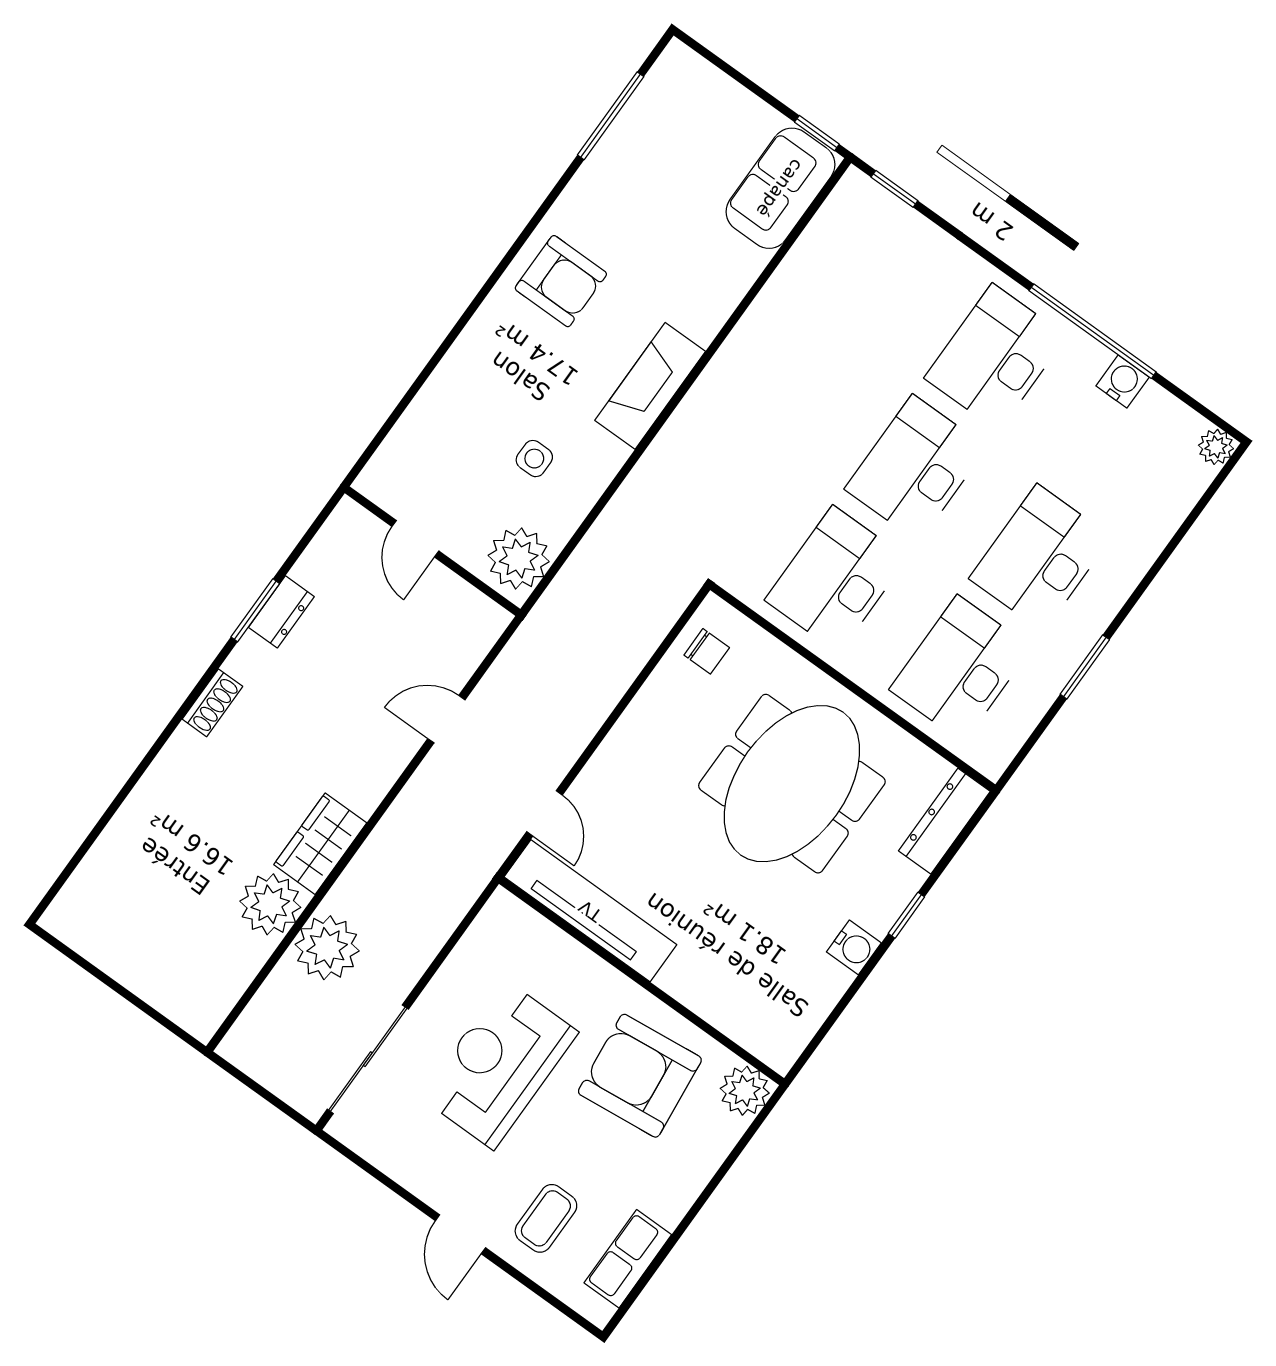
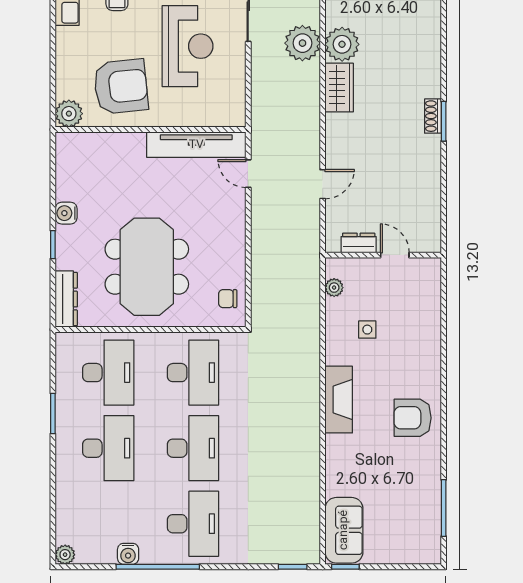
plant: (519, 559) -> (334, 288), width x0.53, depth x0.53
window: (255, 610) -> (444, 121), moved
dresser: (281, 612) -> (359, 243), moved, turned 90

